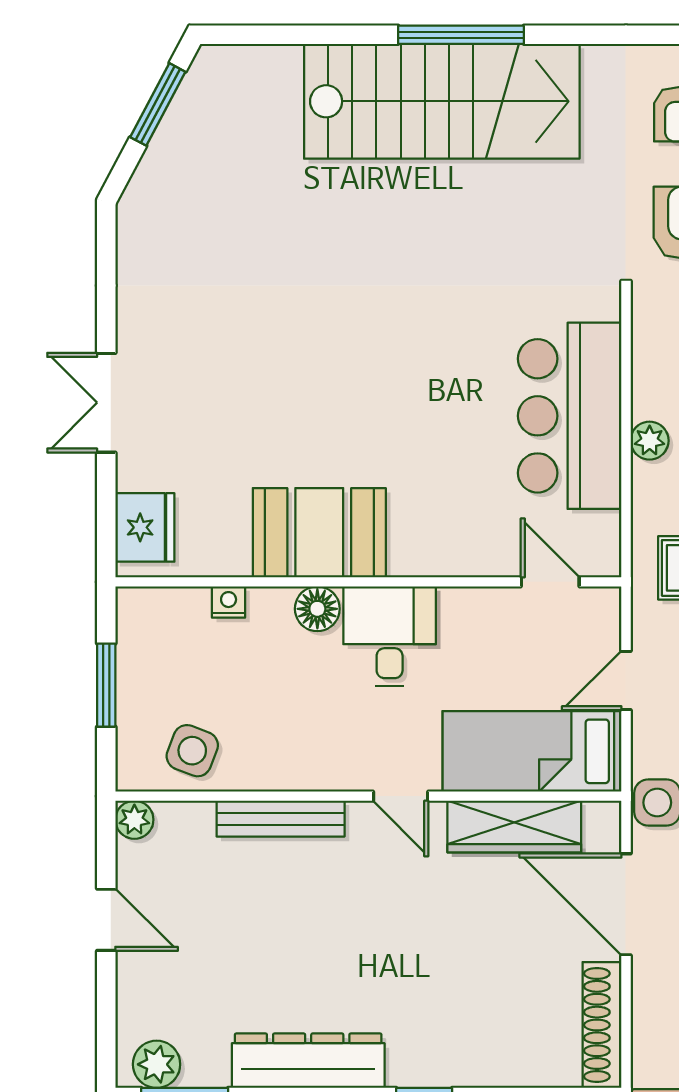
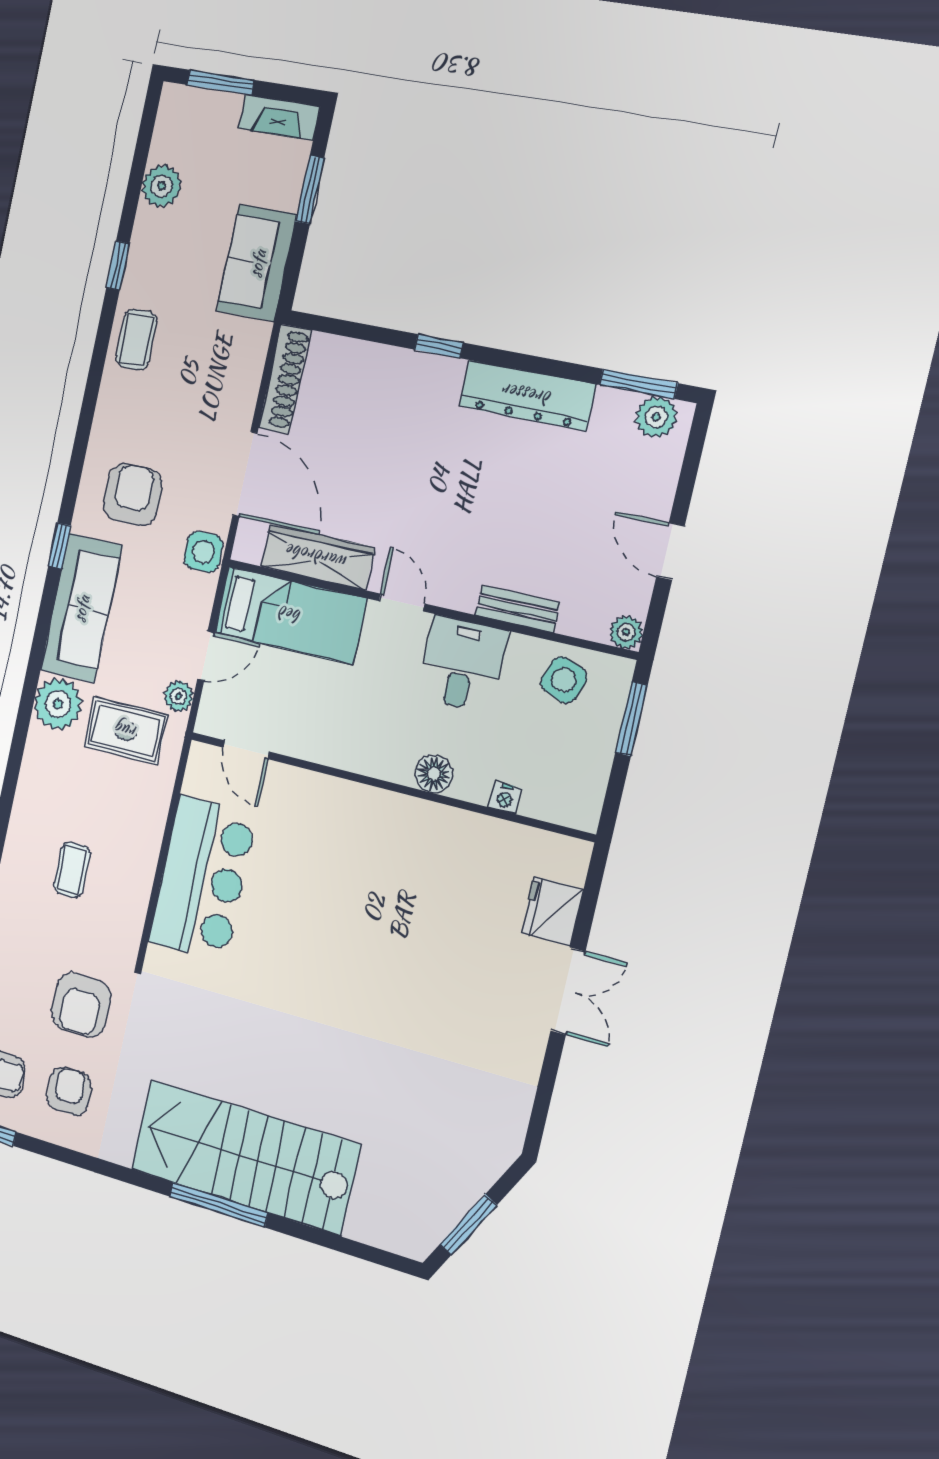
plant: (650, 441) -> (179, 696), moved
fridge: (145, 527) -> (552, 911), moved
booth: (319, 533) -> (418, 836), removed
desk: (390, 636) -> (462, 664), moved, turned 180
window: (106, 685) -> (631, 719), moved
bench: (281, 819) -> (518, 609), width x0.73

